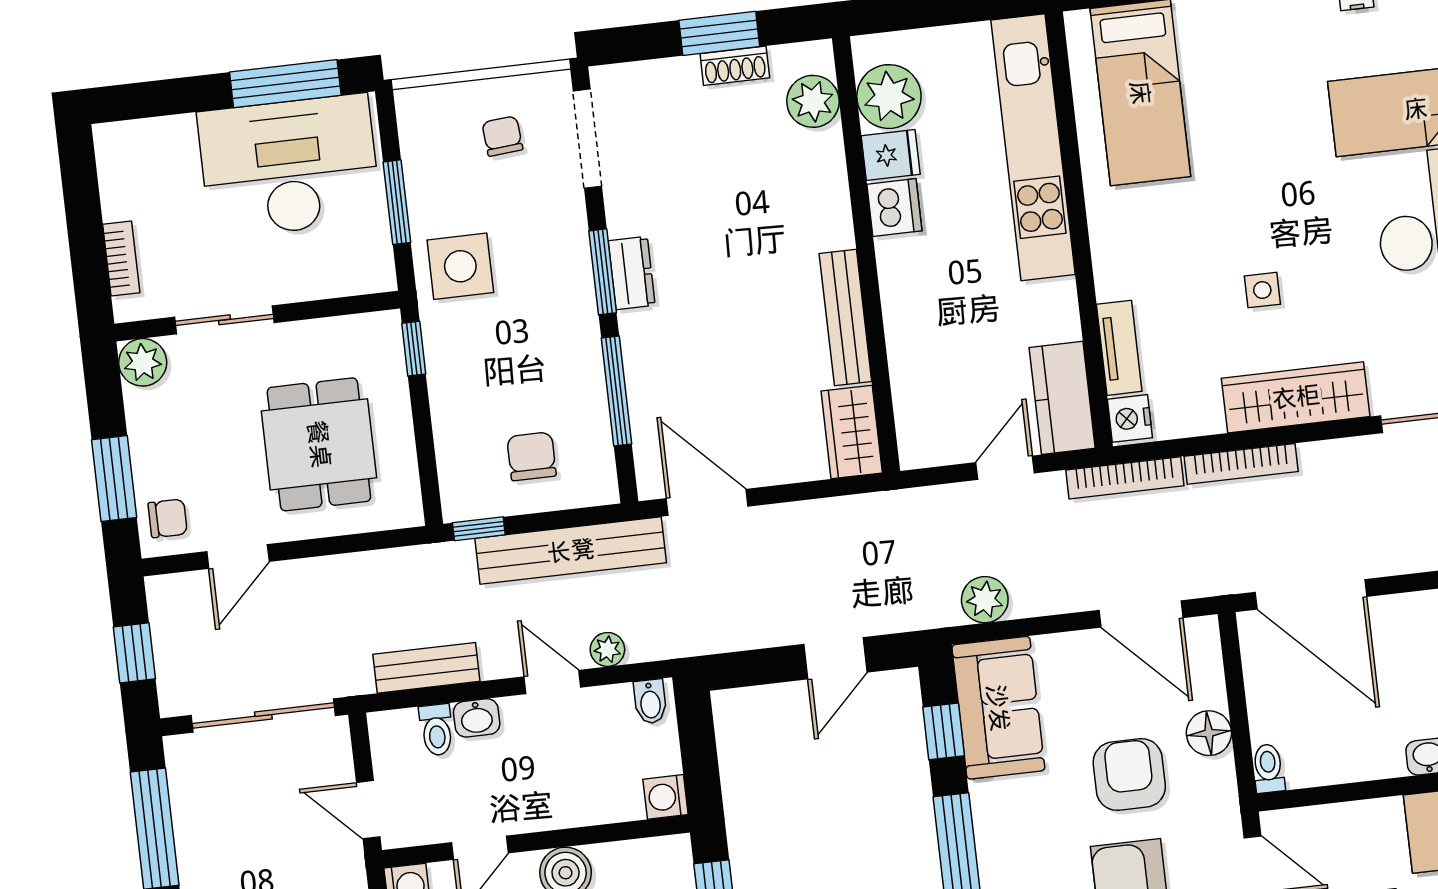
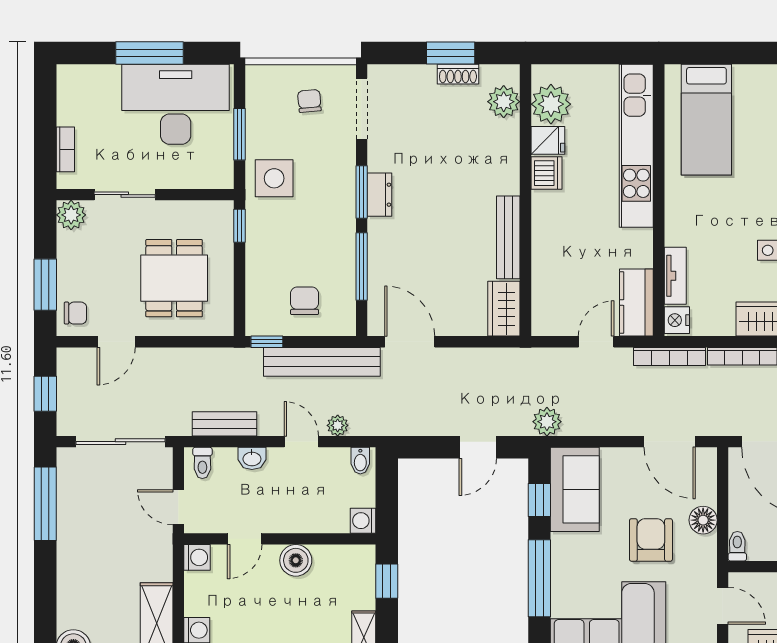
window: (285, 84) -> (150, 53), moved
plant: (985, 600) -> (547, 422), moved
toilet: (436, 730) -> (202, 463), moved

